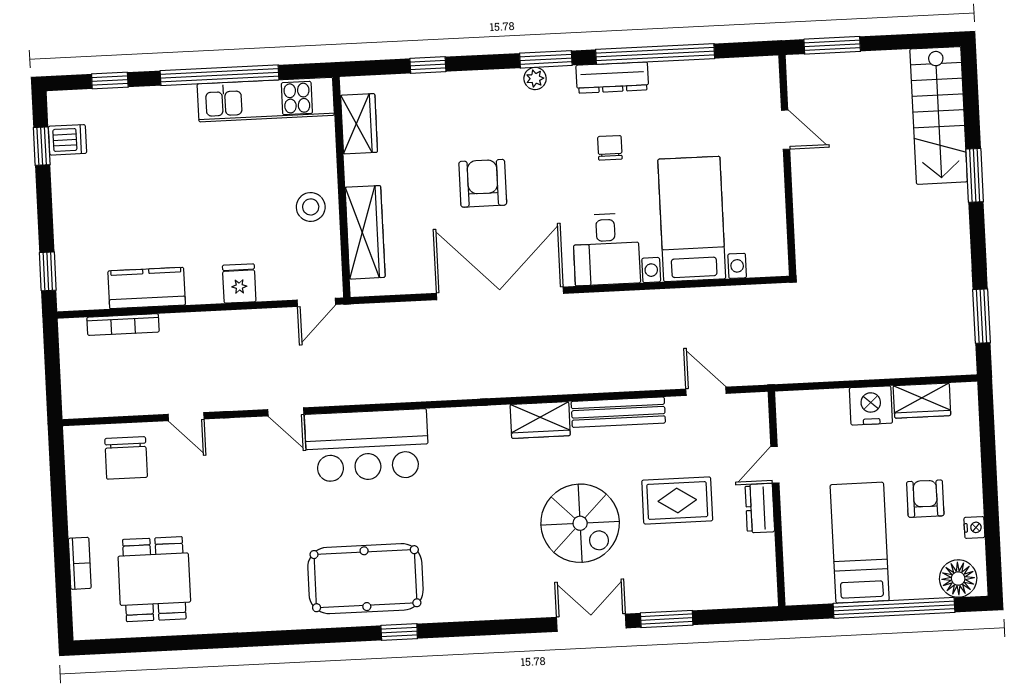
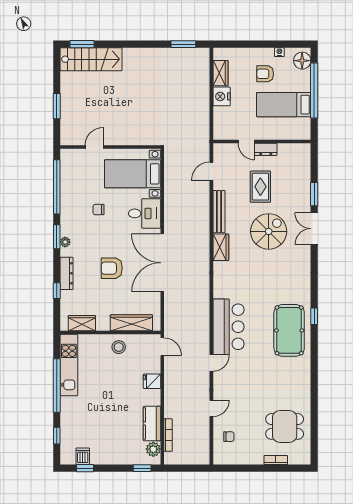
dresser: (612, 78) -> (66, 273), moved
door: (786, 130) -> (94, 147), moved
wall: (787, 165) -> (110, 147), moved
window: (975, 175) -> (82, 44), moved
plant: (90, 294) -> (153, 449), added
chair: (126, 458) -> (229, 437), width x0.54, depth x0.54

